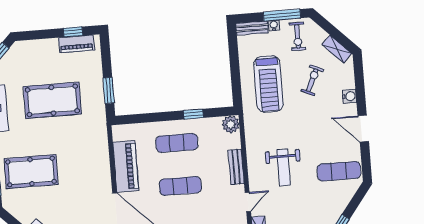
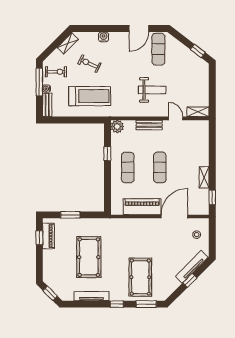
window: (109, 91) -> (70, 215), moved
door: (363, 129) -> (139, 29), moved

